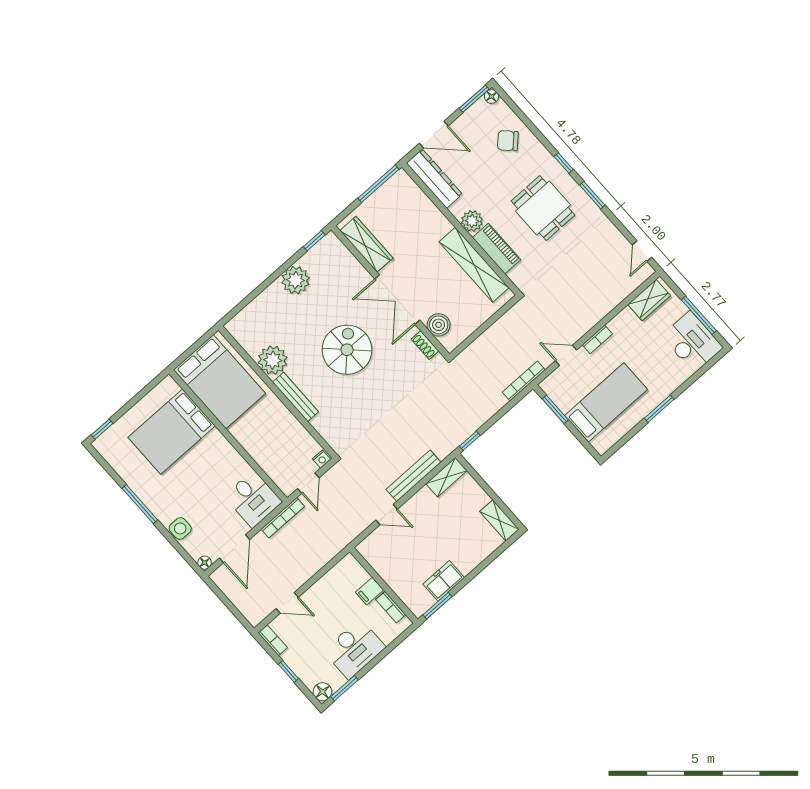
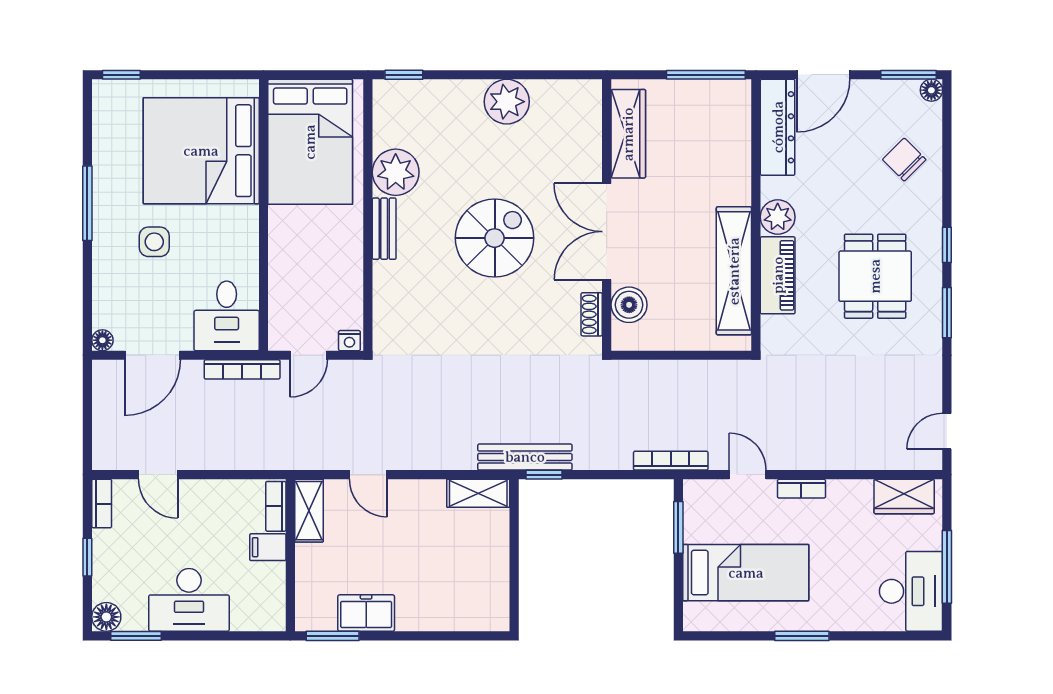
door: (434, 135) -> (823, 75), hinge flipped
window: (314, 241) -> (404, 75), moved
bench: (296, 397) -> (384, 229), width x0.73
bed: (172, 432) -> (201, 151), width x1.36
bench: (413, 476) -> (525, 457), moved
shelving: (499, 520) -> (309, 511), moved
side table: (180, 528) -> (154, 242), moved
bookcase: (391, 607) -> (276, 506), moved

